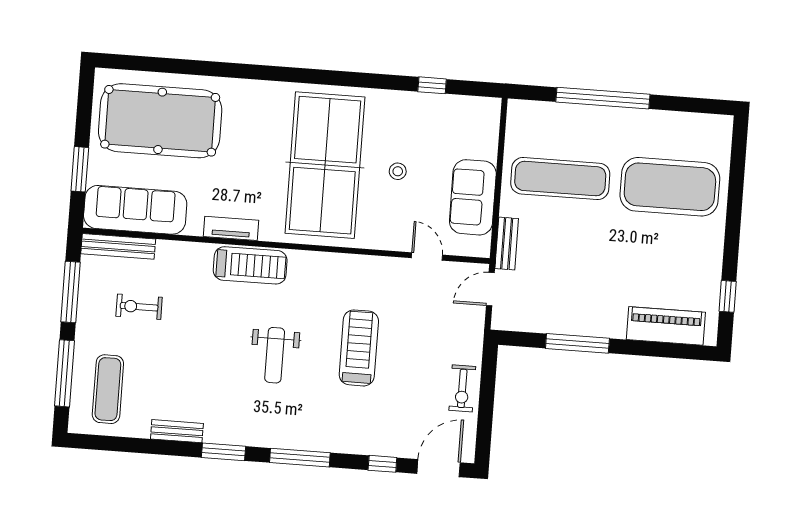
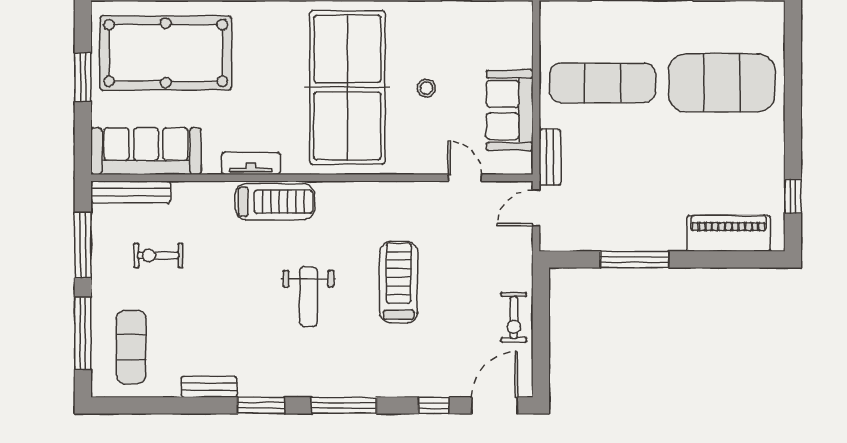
window: (80, 169) -> (83, 77), moved

